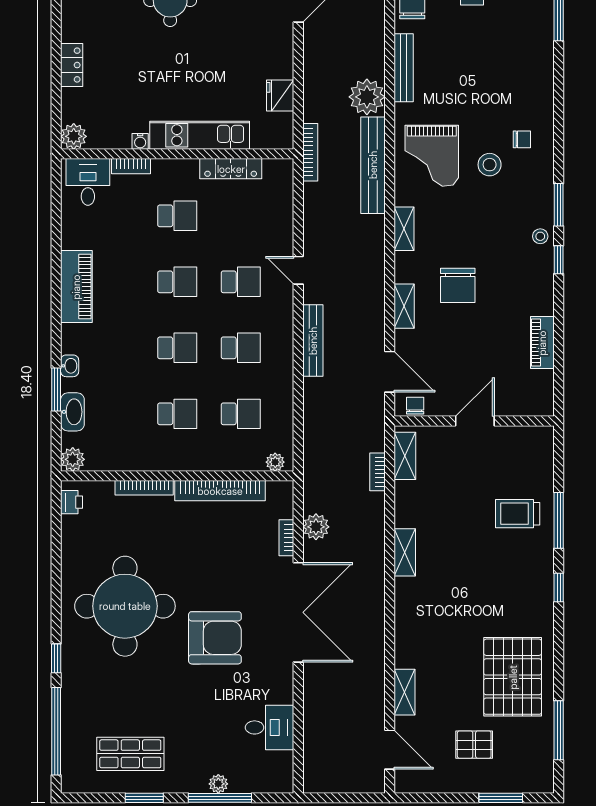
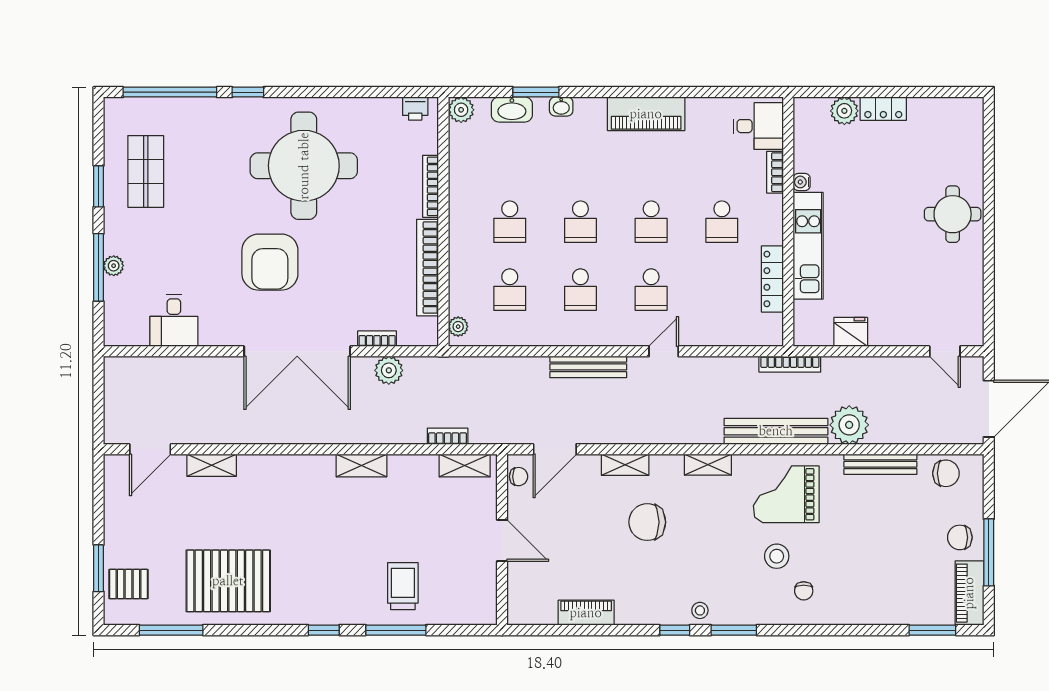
plant: (74, 136) -> (844, 111), moved
pallet: (474, 745) -> (129, 584), moved, turned 90

